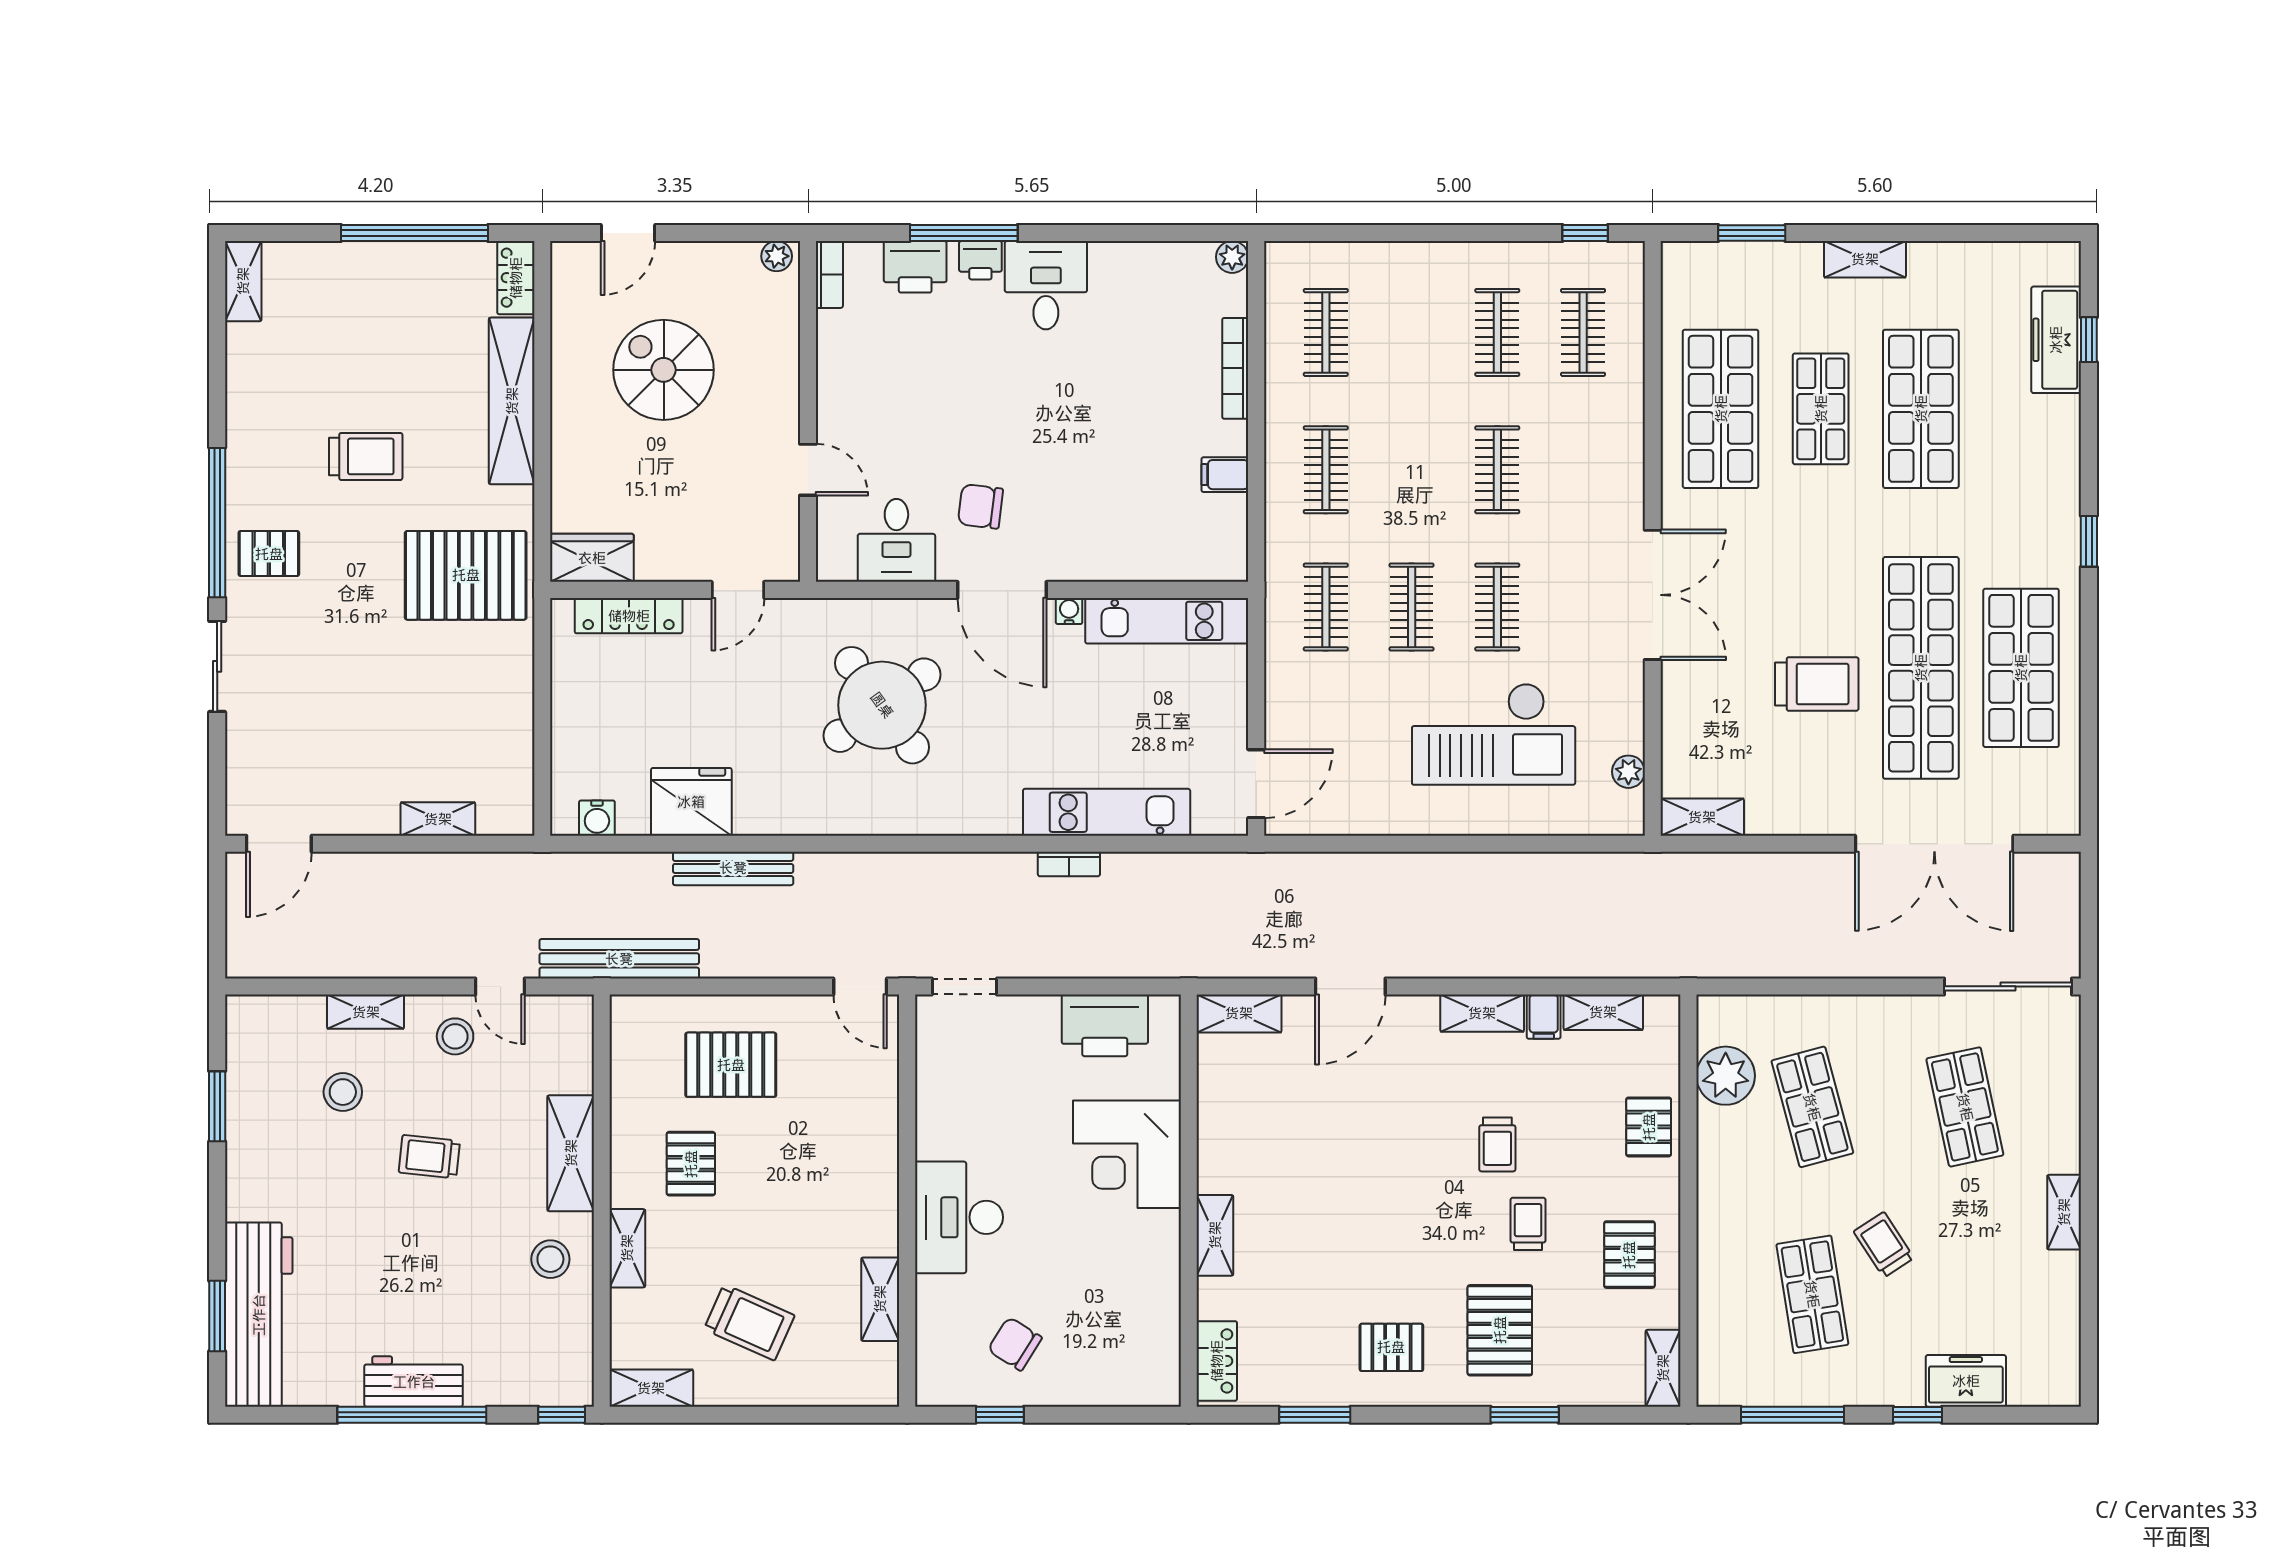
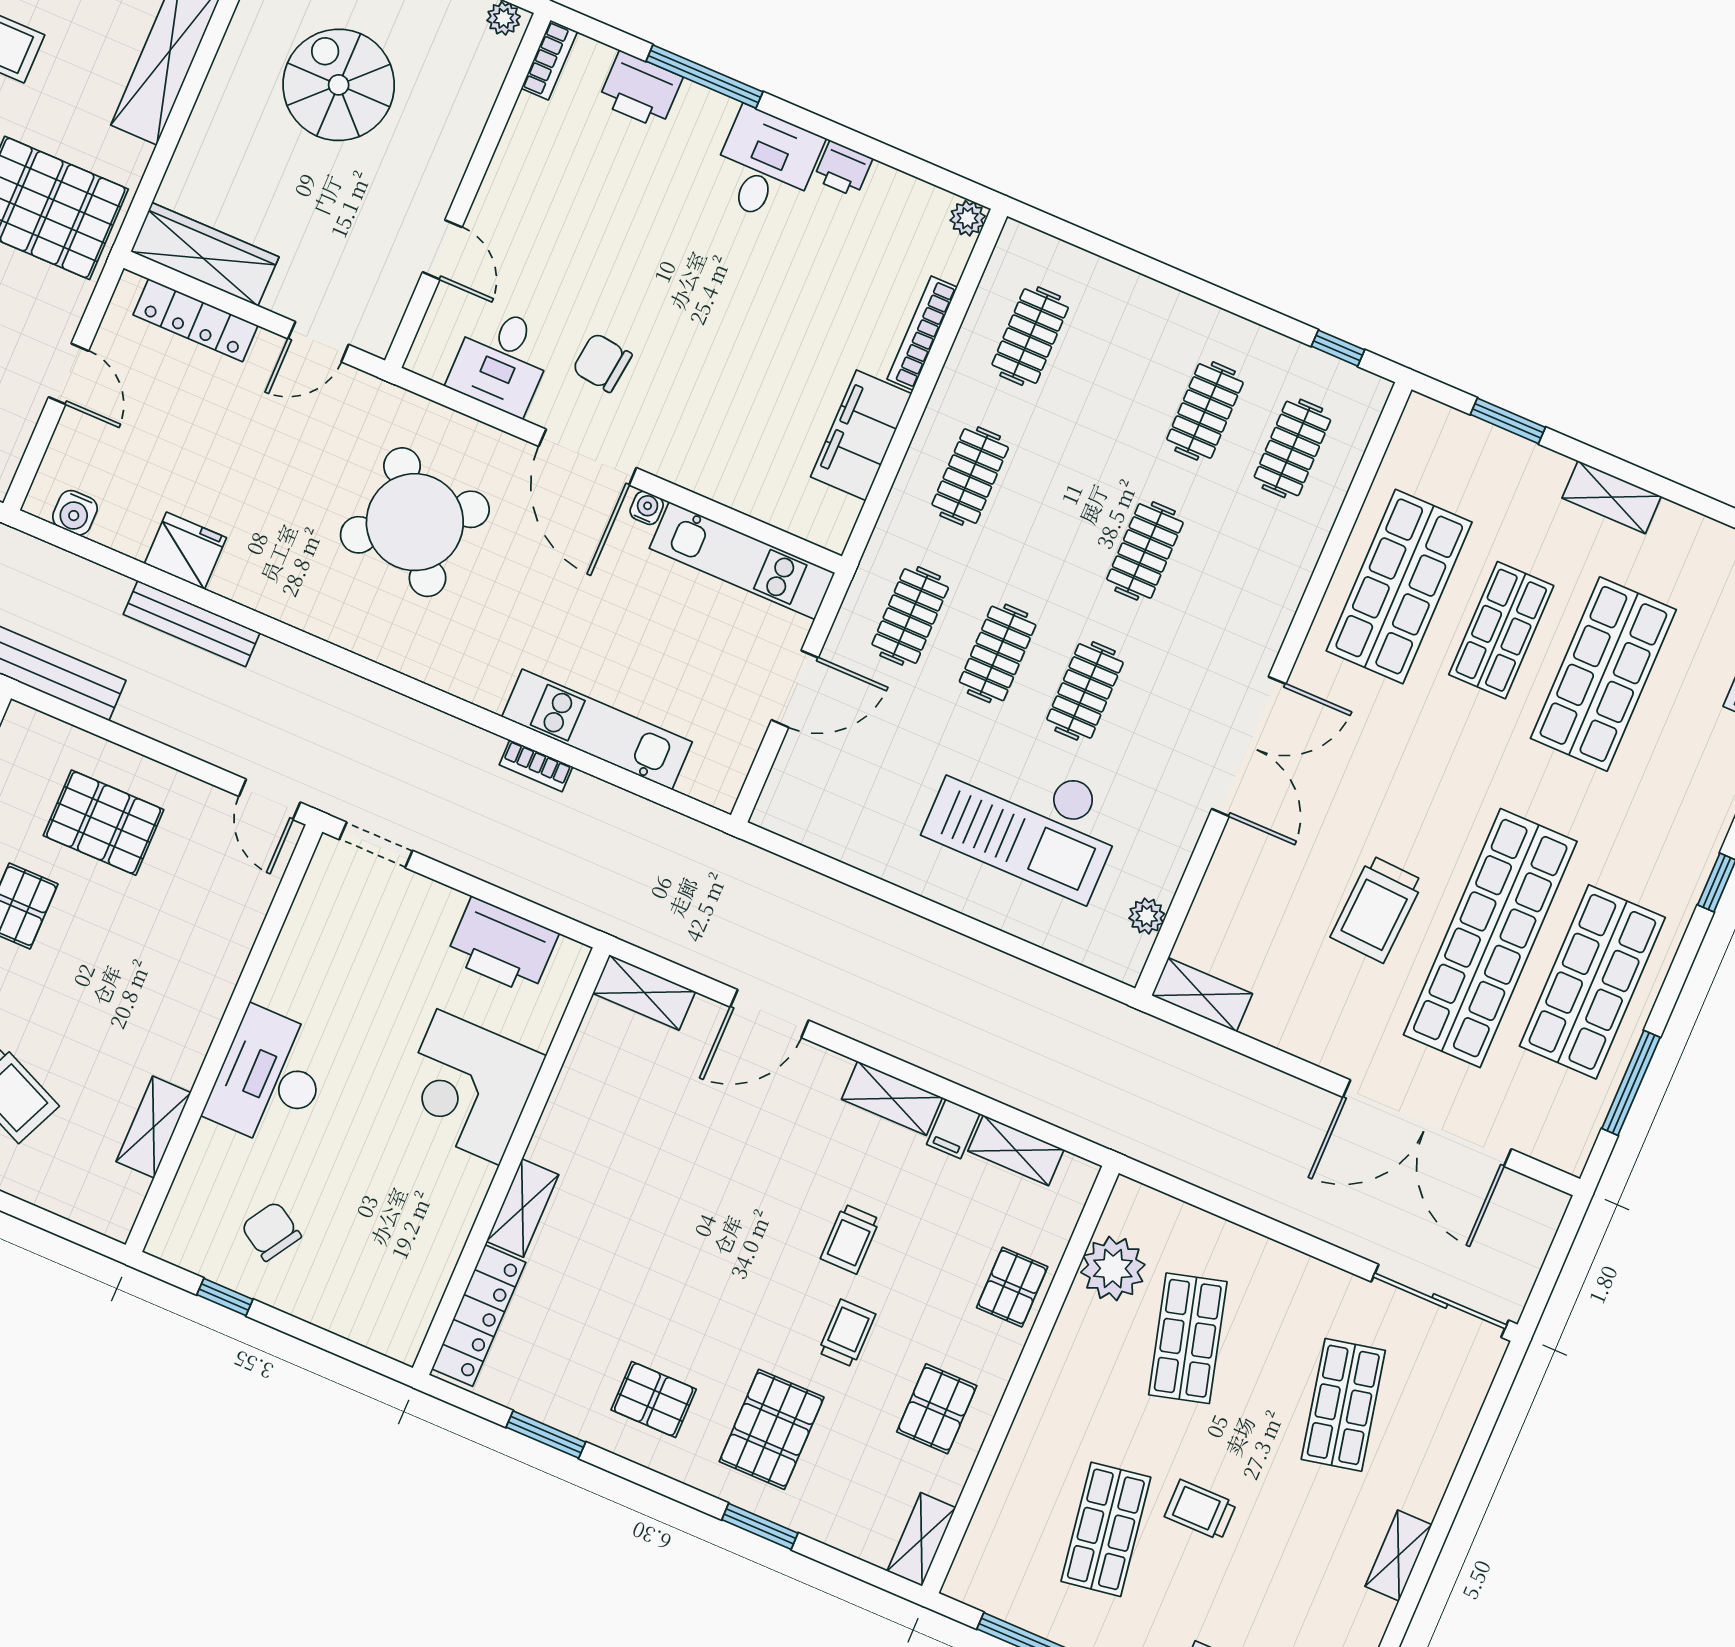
printer: (980, 260) -> (843, 169), moved
filing cabinet: (1225, 475) -> (861, 435), width x3.00, depth x1.17
wardrobe: (592, 558) -> (205, 254), width x1.50
trolley: (1817, 684) -> (1377, 909), turned 93
door: (542, 705) -> (68, 374), added
window: (2089, 738) -> (1631, 1083), added
door: (1256, 784) -> (795, 689), moved
fridge: (691, 802) -> (185, 551), width x0.73, depth x0.75
trolley: (1884, 1245) -> (1200, 1510), turned -57
locker: (1217, 1361) -> (479, 1316), width x1.53

